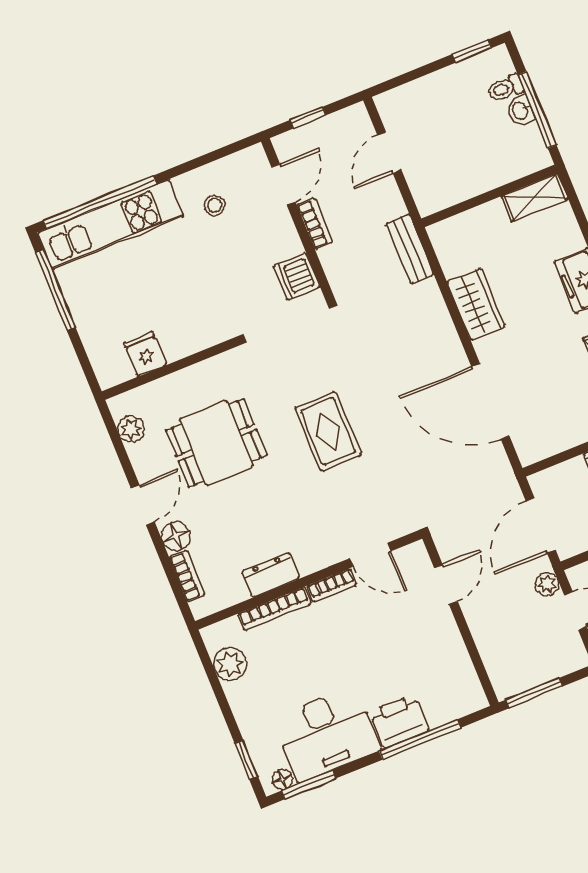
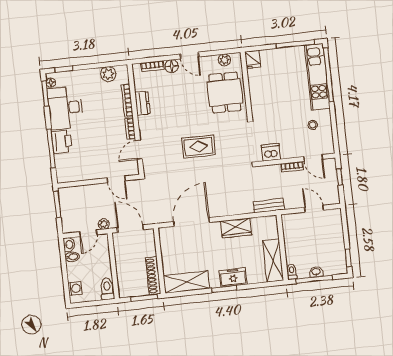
toilet: (505, 88) -> (292, 272), moved
shelving: (535, 197) -> (273, 261), width x1.50, depth x1.33
fridge: (145, 354) -> (253, 59), moved, turned 90
dining table: (216, 443) -> (225, 92), moved

